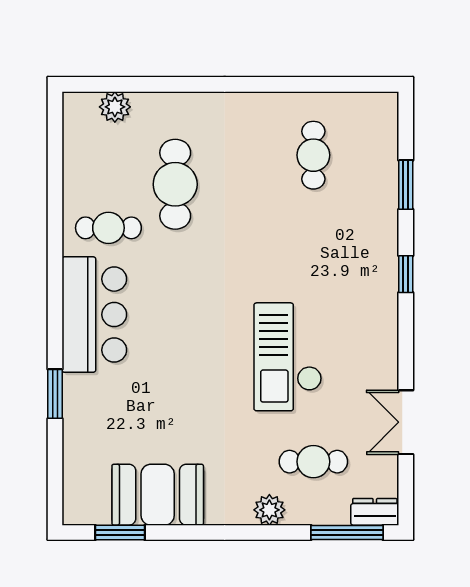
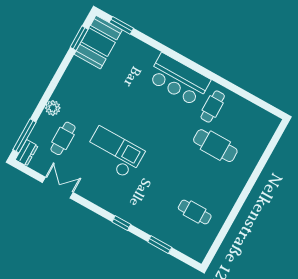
plant: (115, 107) -> (263, 138), removed
window: (55, 394) -> (121, 25), moved
booth: (158, 495) -> (98, 42), moved

